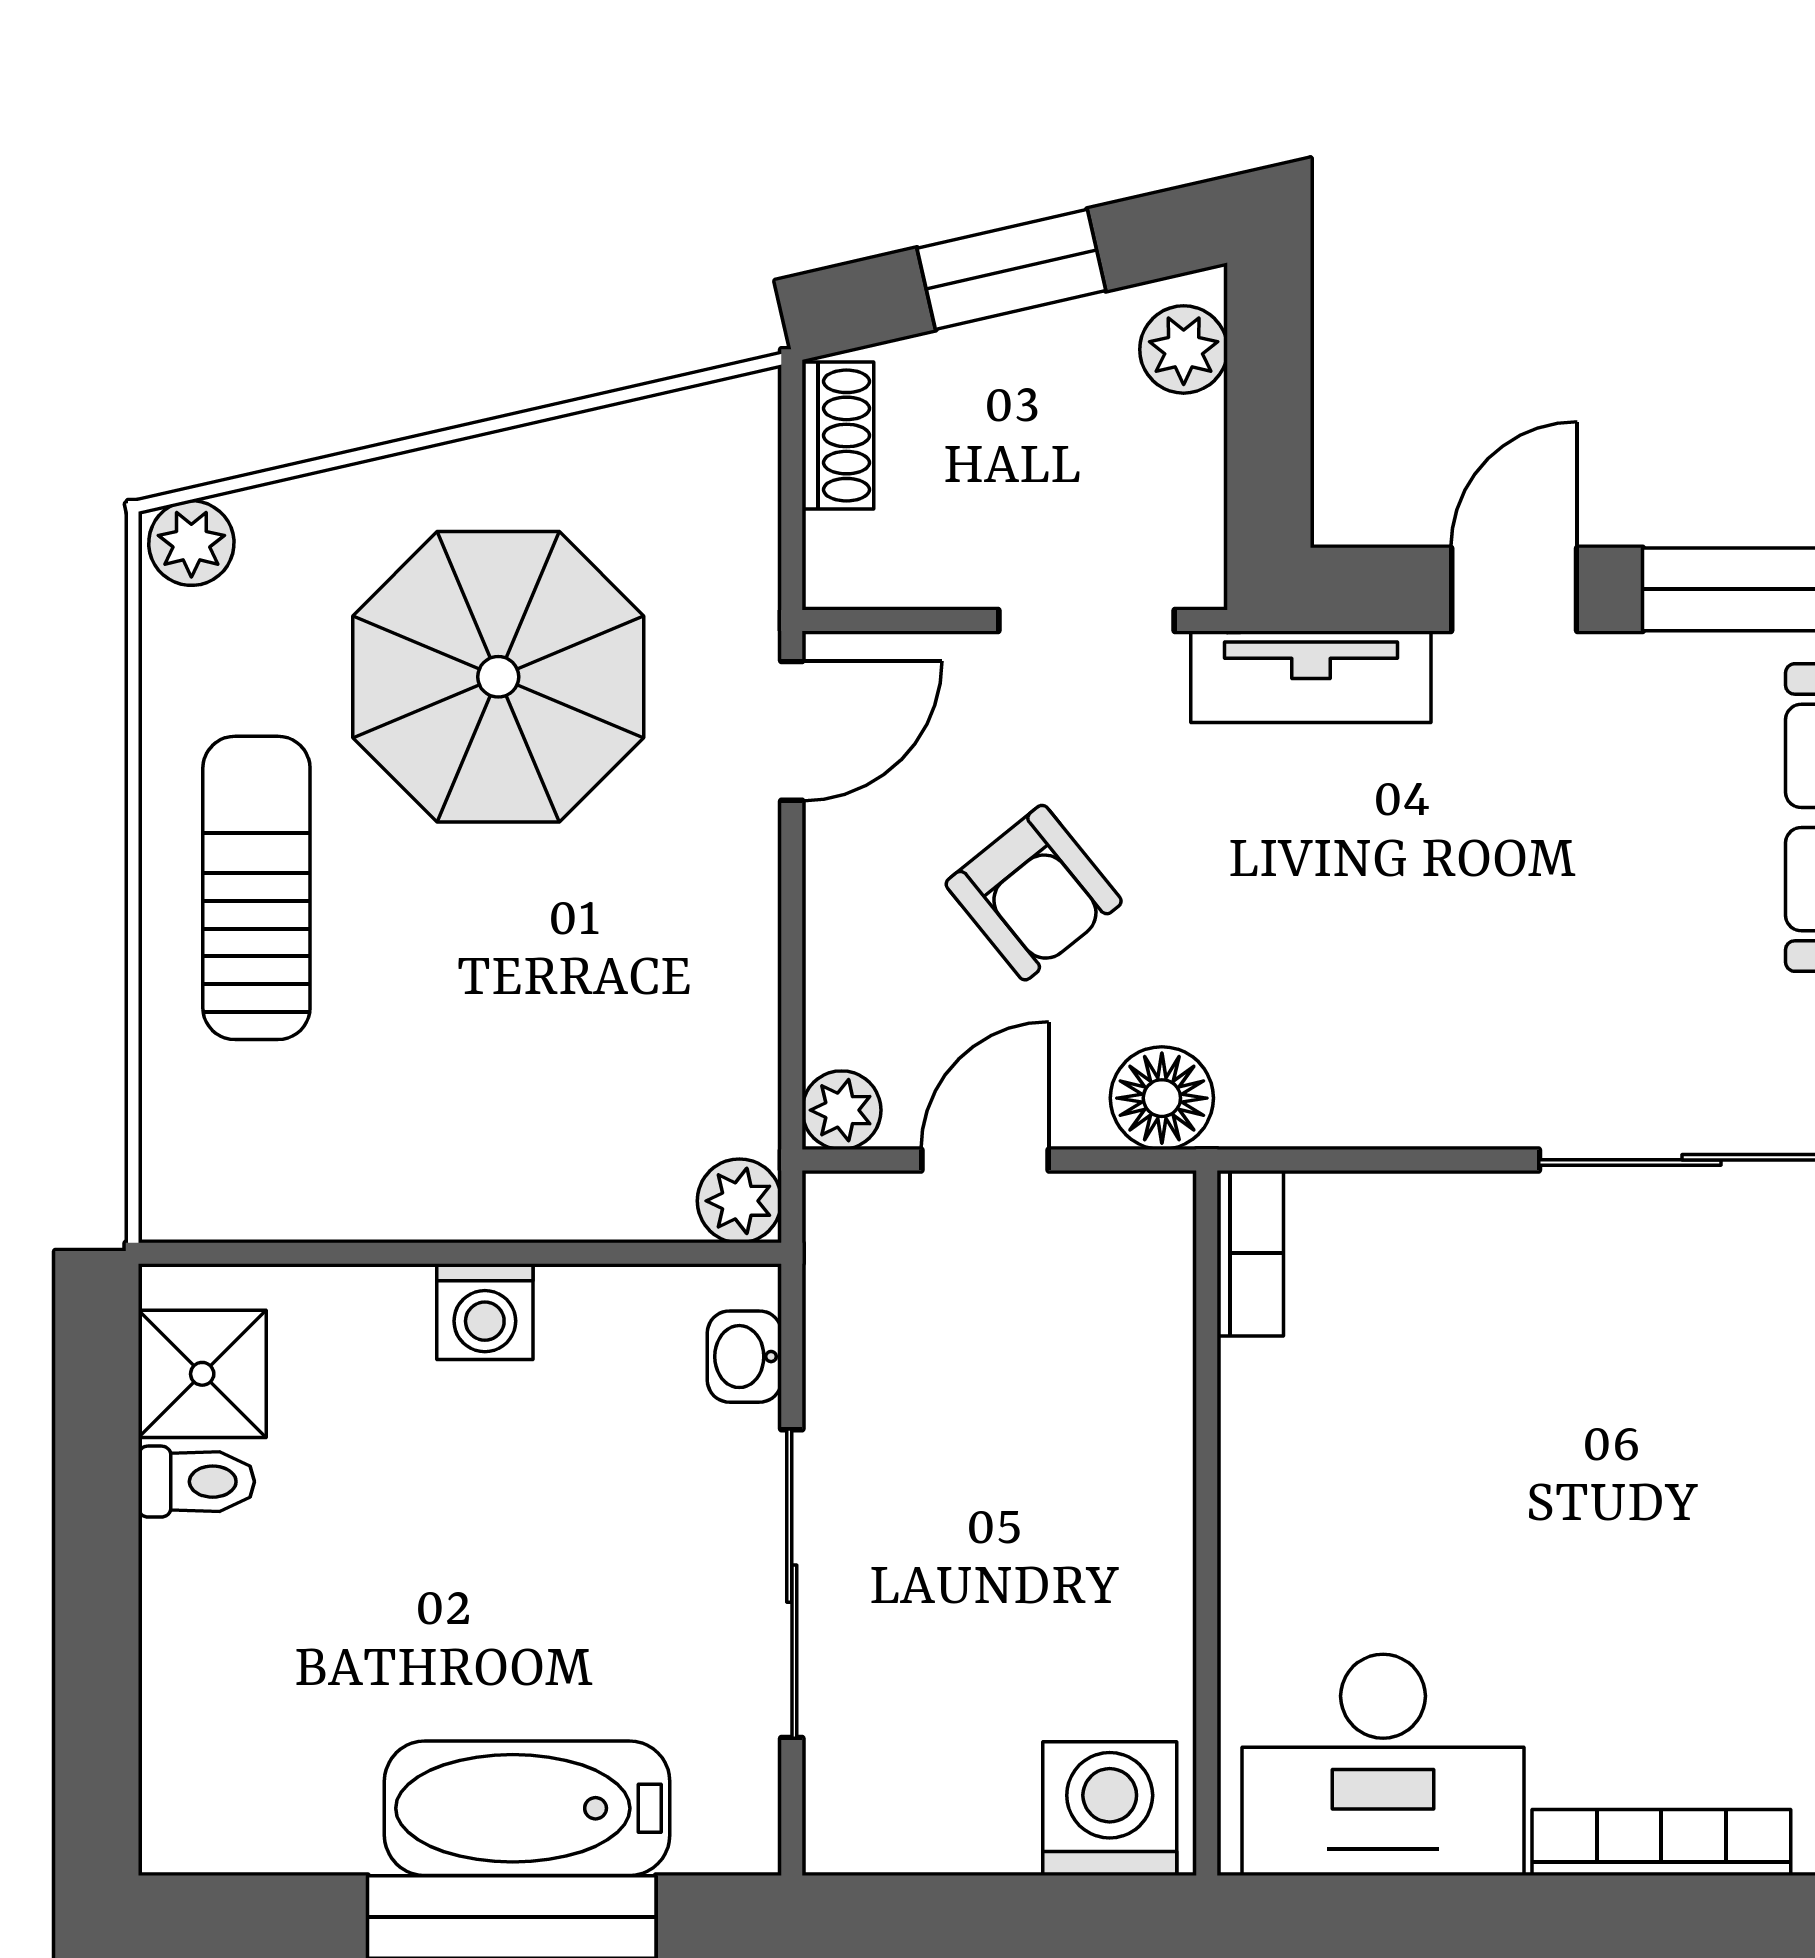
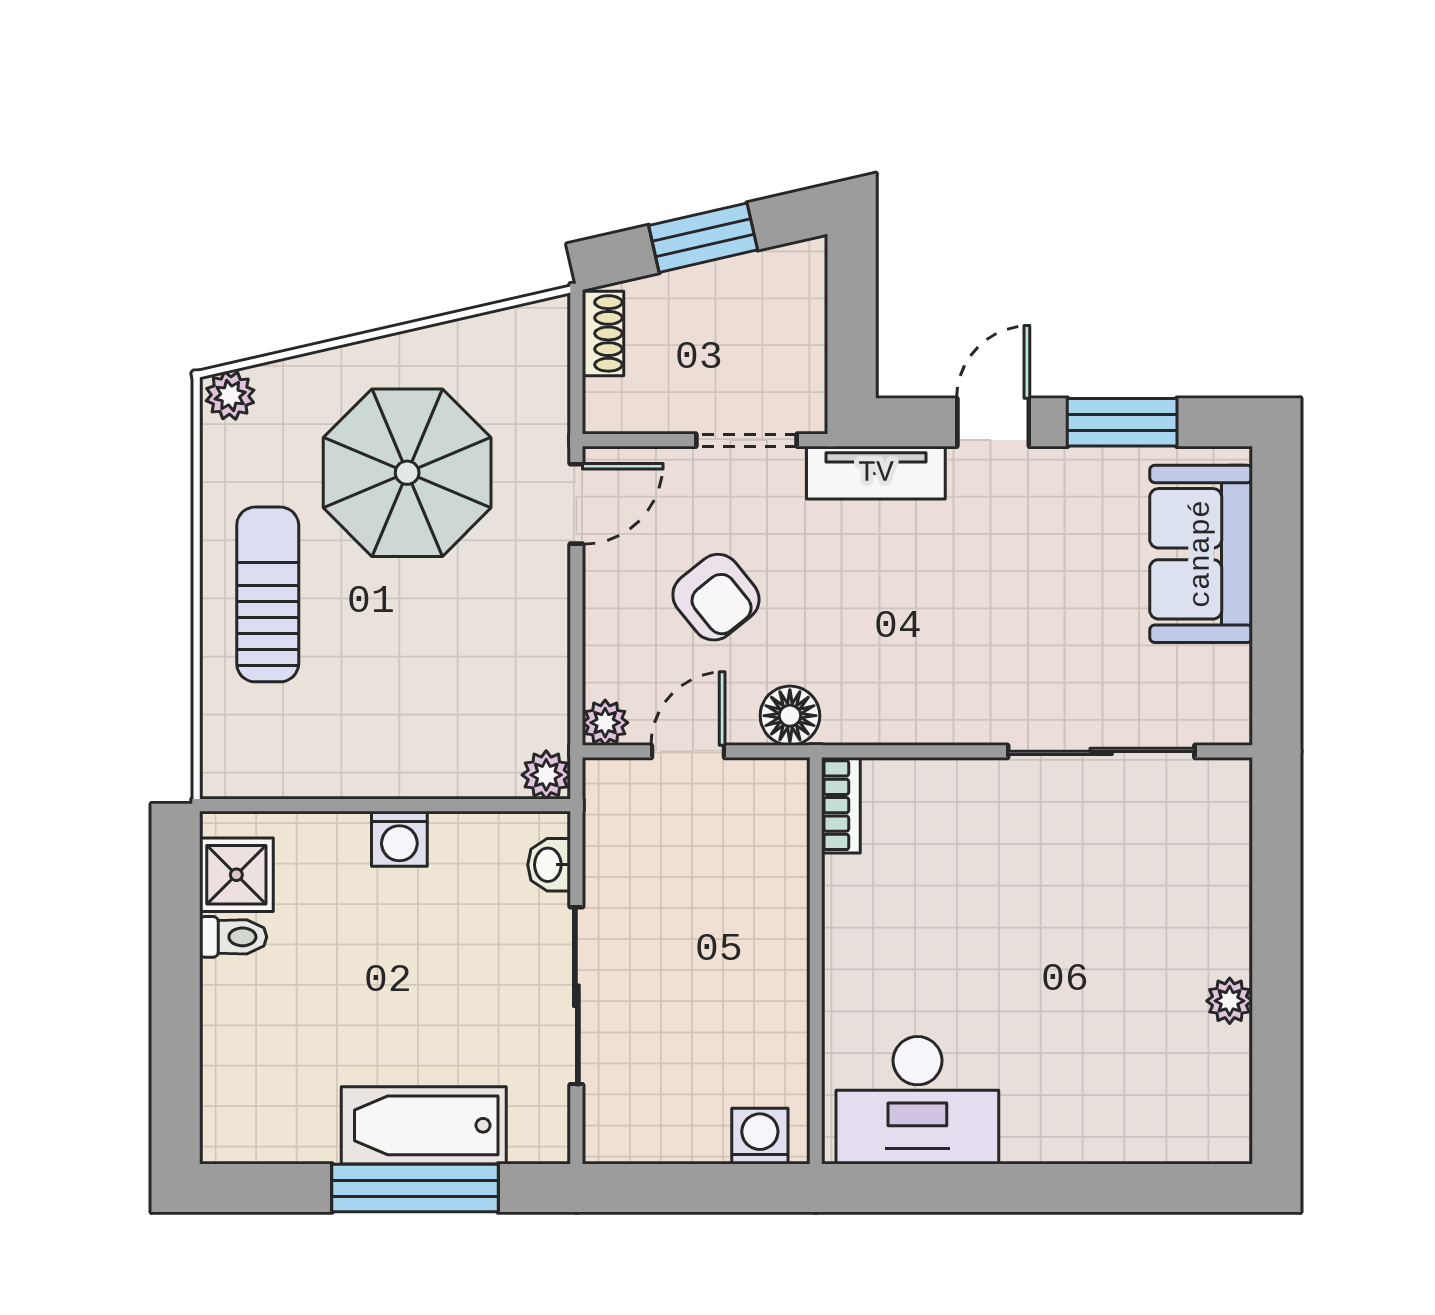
plant: (1184, 349) -> (802, 284), removed
washing machine: (1110, 1809) -> (760, 1136), width x0.73, depth x0.73
bookcase: (1661, 1842) -> (1078, 1145), removed

